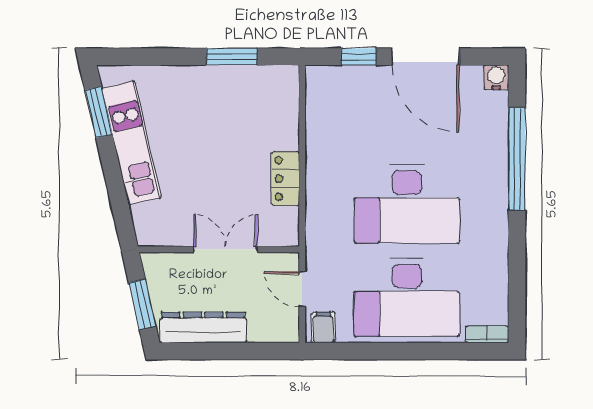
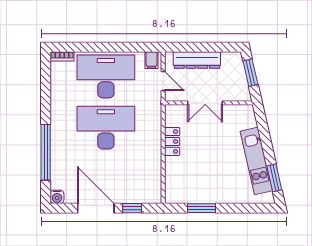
dresser: (203, 328) -> (197, 60), moved

